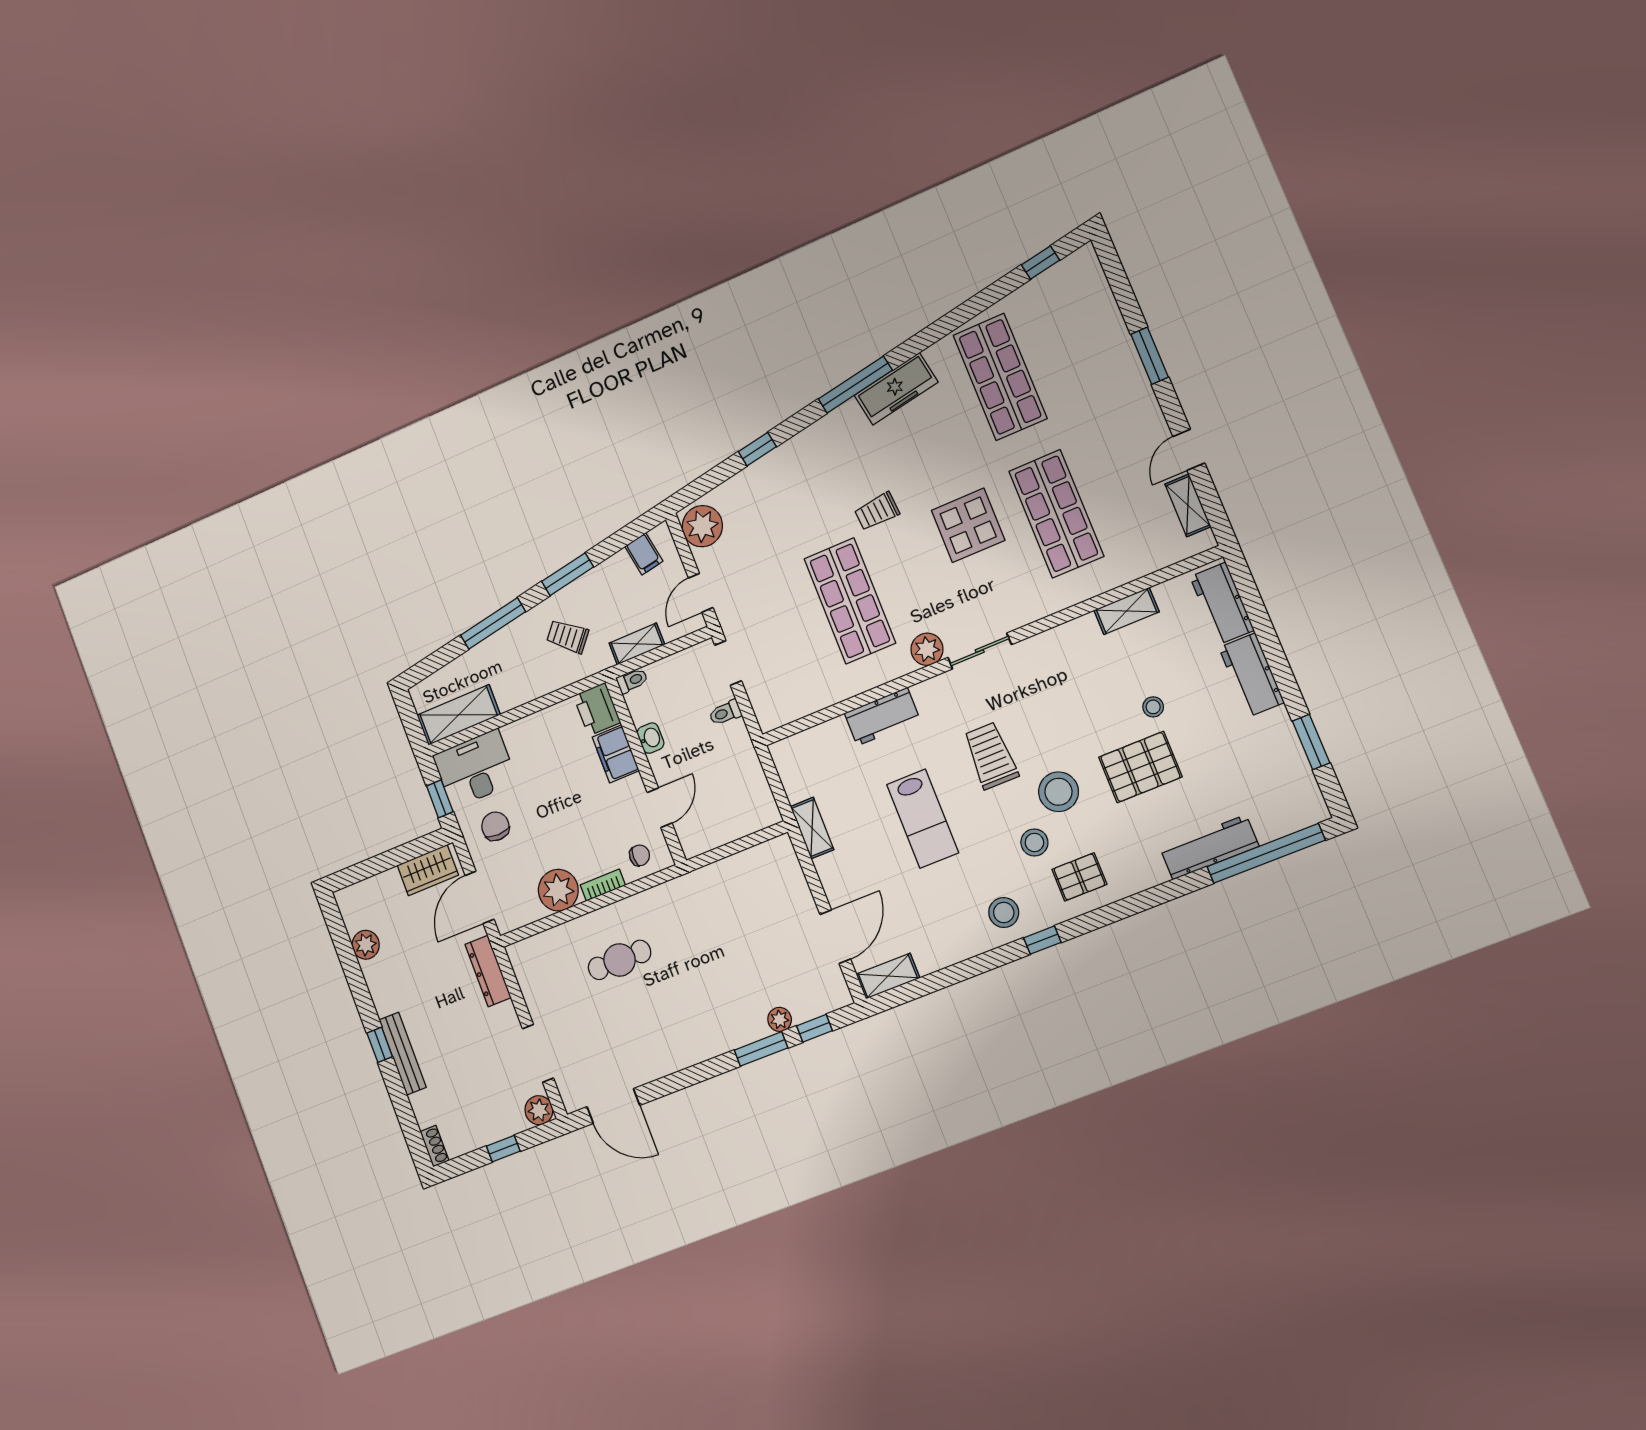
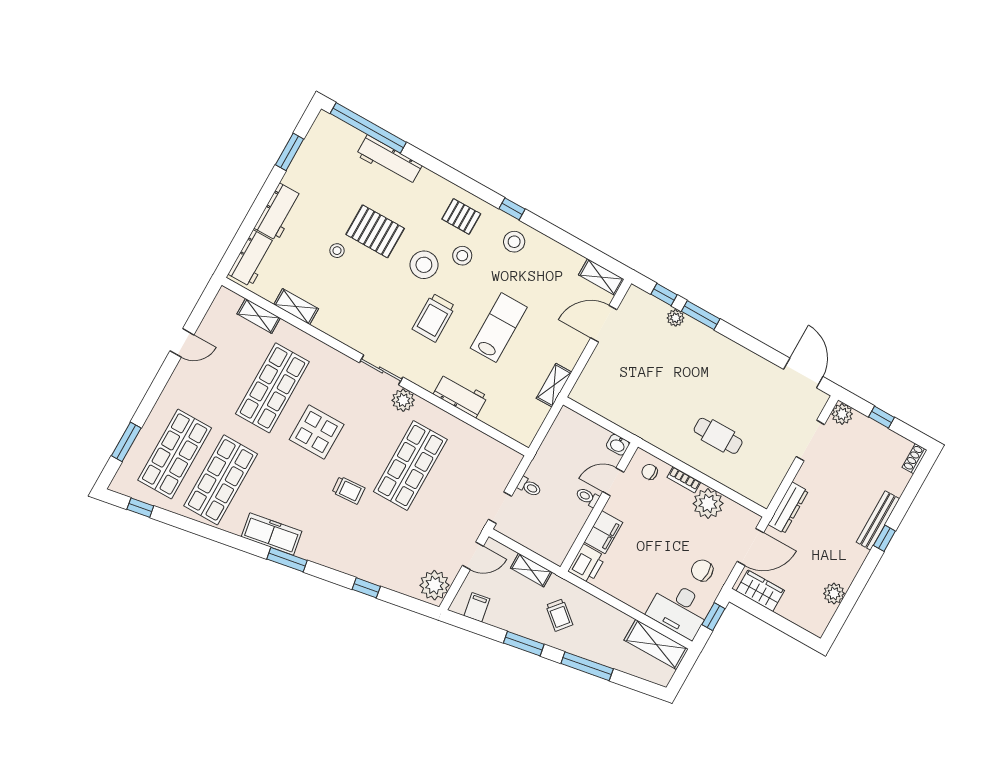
shop shelf: (1070, 346) -> (175, 454), added
window: (1150, 356) -> (126, 442), moved
window: (855, 385) -> (287, 560), width x0.69
shelving: (1188, 505) -> (259, 316), moved, turned 90
toilet: (632, 681) -> (587, 497), moved
washbasin: (651, 738) -> (618, 445), moved, turned -90
chair: (495, 826) -> (702, 570), turned 90

